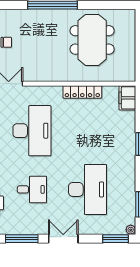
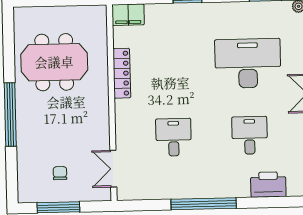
desk: (32, 131) -> (174, 137), width x0.53, depth x0.77

